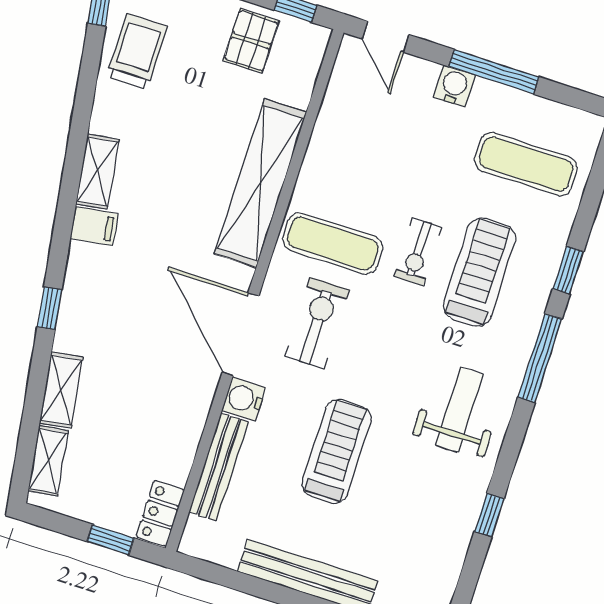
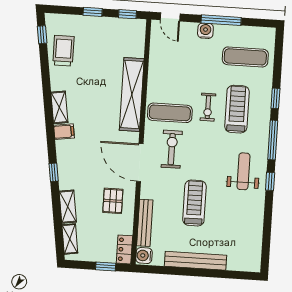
pallet: (251, 41) -> (113, 201), moved
water cooler: (244, 399) -> (144, 256), moved
window: (489, 515) -> (270, 181), moved

